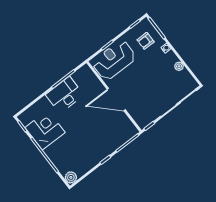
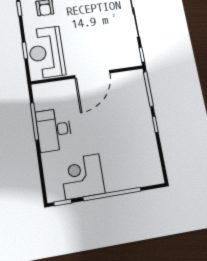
plant: (71, 177) -> (155, 176), removed

